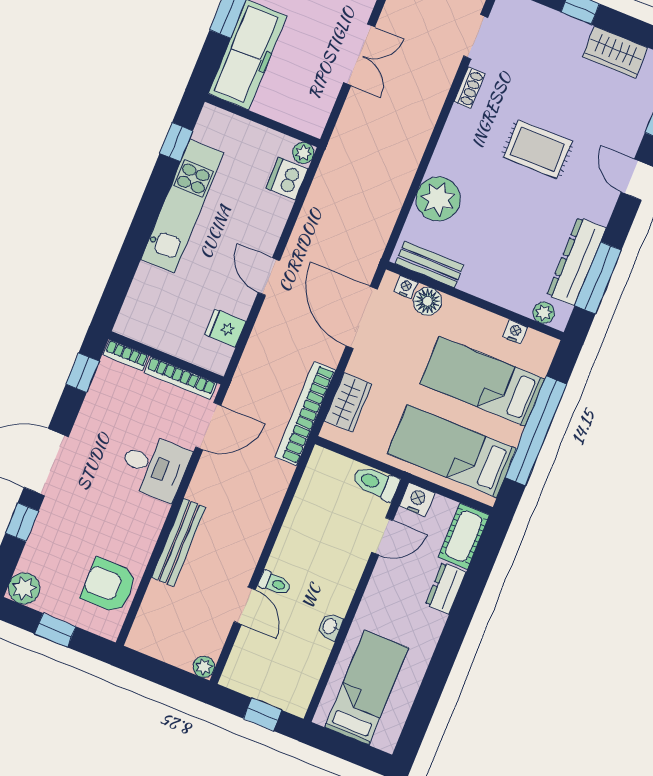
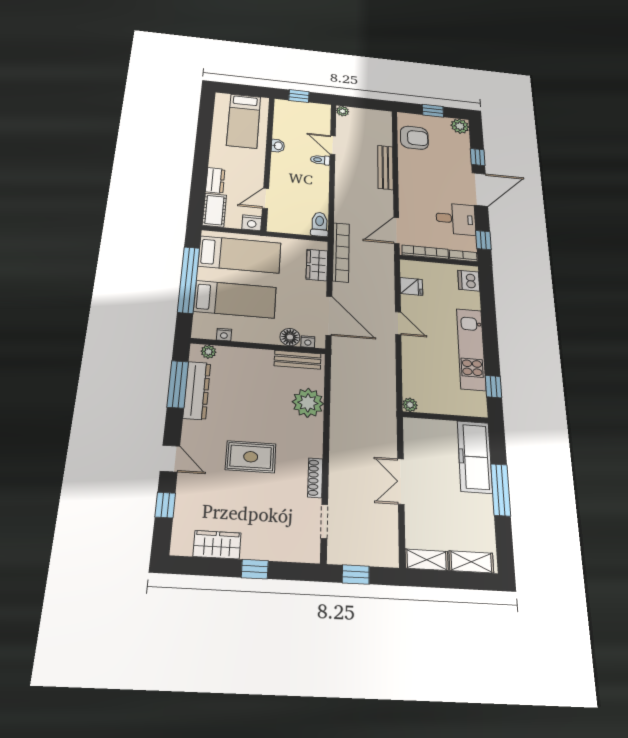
shoe rack: (469, 88) -> (315, 478), width x1.43
dishwasher: (287, 179) -> (469, 281), moved, turned 180
desk: (154, 467) -> (456, 219), moved, turned 180
toilet: (376, 483) -> (320, 224), moved, turned -90

